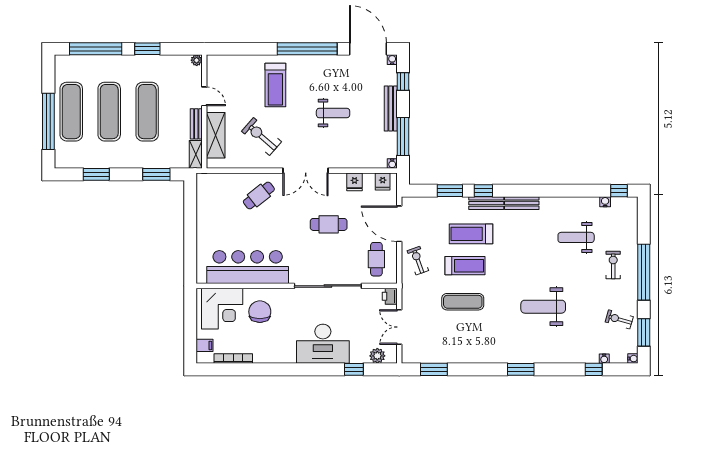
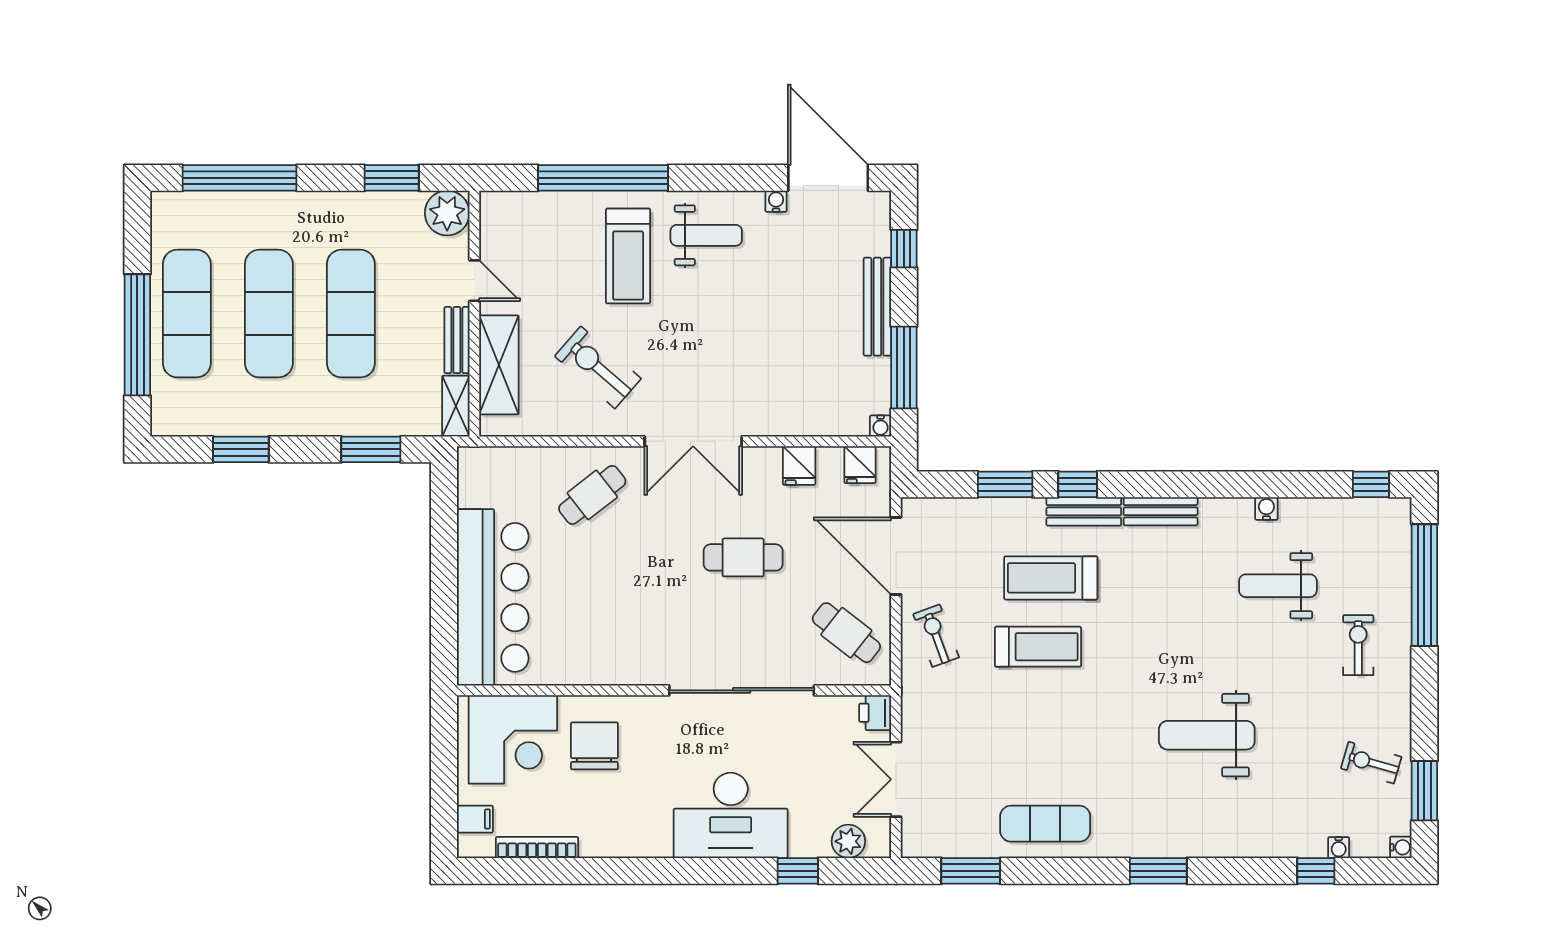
window: (147, 49) -> (392, 178), moved
window: (307, 49) -> (603, 178), moved
plant: (197, 60) -> (447, 213), width x1.88, depth x1.88
water cooler: (392, 60) -> (776, 201), moved
weight bench: (333, 113) -> (706, 235), moved
water cooler: (605, 202) -> (1266, 508), moved
cafe table: (376, 259) -> (846, 633), turned -52
bar counter: (248, 267) -> (493, 597), moved, turned 90
window: (644, 272) -> (1424, 585), moved
exercise mat: (463, 302) -> (1045, 824), moved

